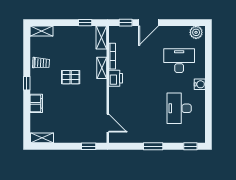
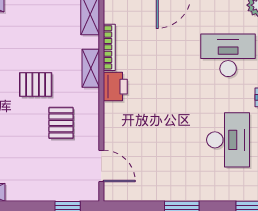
pallet: (85, 99) -> (61, 123), added
desk: (179, 108) -> (228, 140), turned 180

